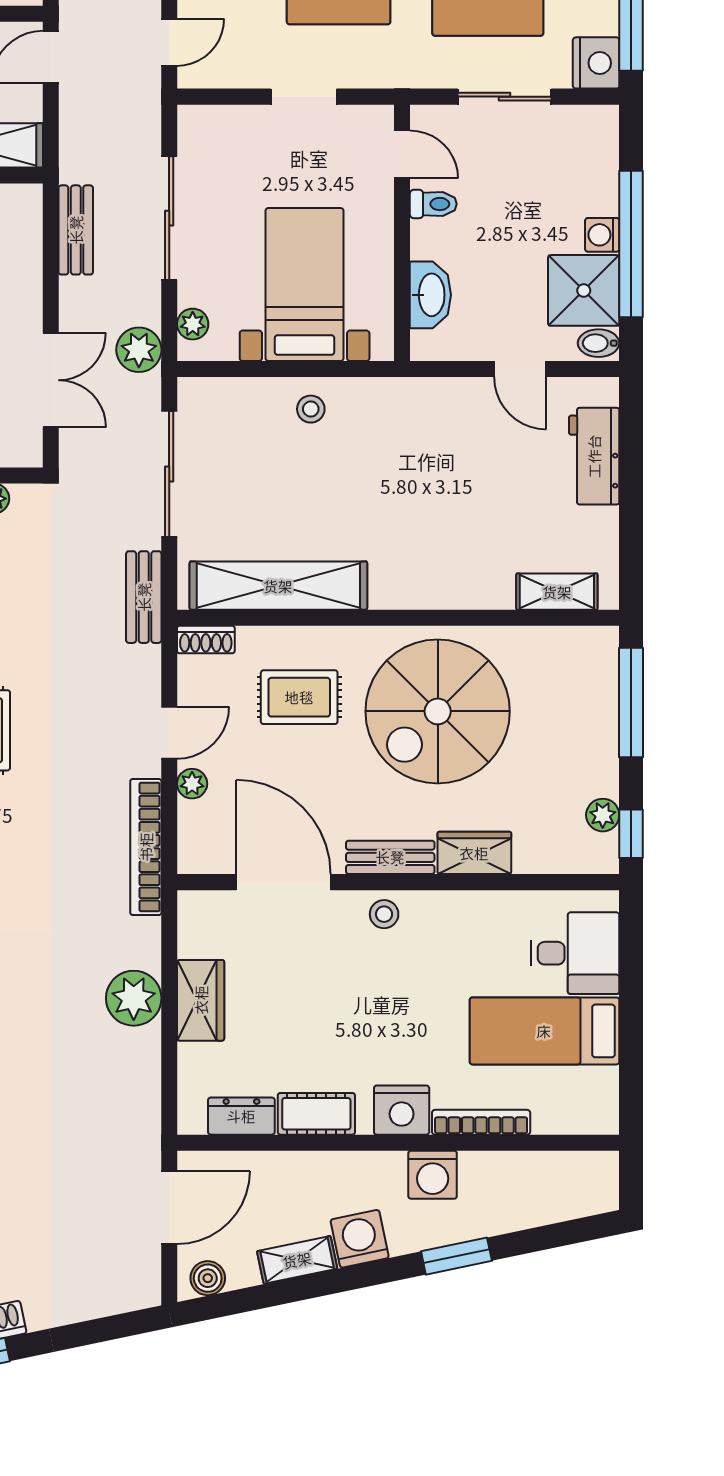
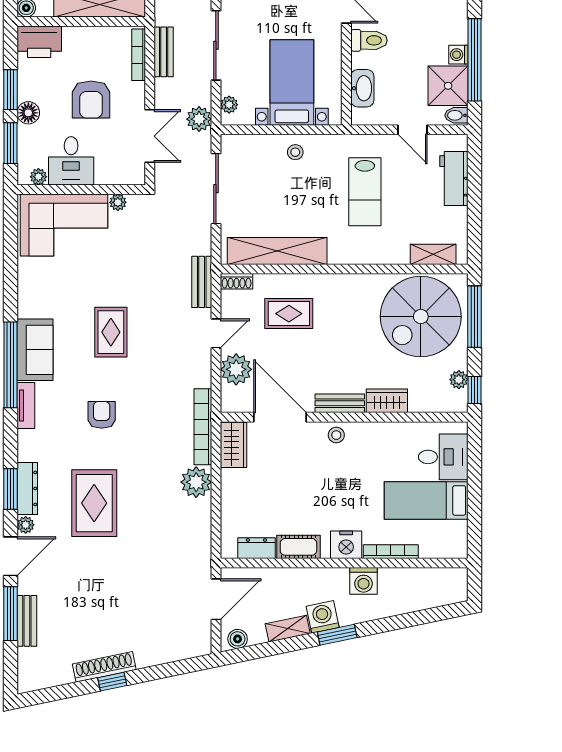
toilet: (433, 204) -> (369, 40), width x1.37, depth x1.39
bookcase: (31, 235) -> (139, 55), added
lab bench: (435, 480) -> (365, 192), added
bench: (144, 597) -> (202, 282), moved
spiral stairs: (438, 711) -> (421, 317), moved
plant: (192, 784) -> (236, 369), width x1.87, depth x1.87
bookcase: (146, 847) -> (203, 427), moved
wardrobe: (201, 1000) -> (234, 445), moved
window: (456, 1256) -> (337, 635), moved

